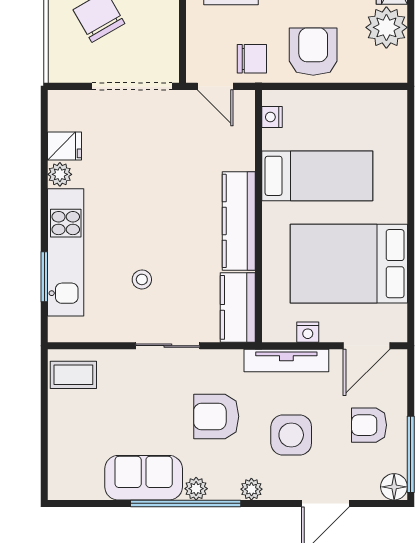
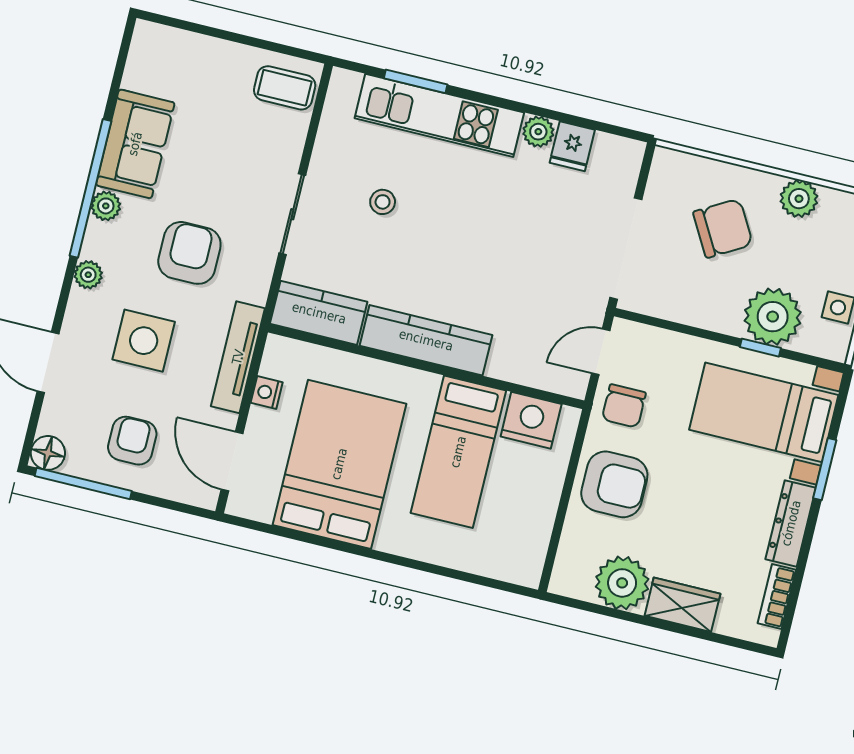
nightstand: (272, 117) -> (531, 420), width x1.89, depth x1.79
coffee table: (73, 375) -> (285, 88), turned 90

